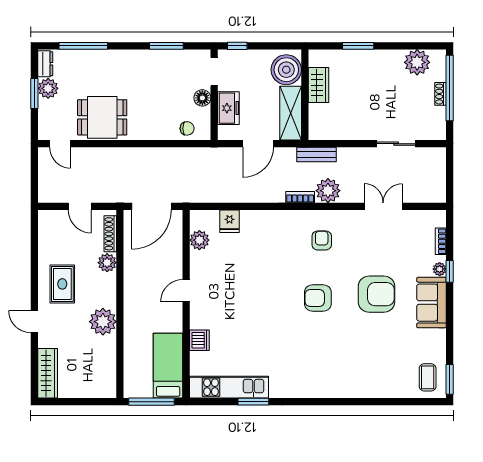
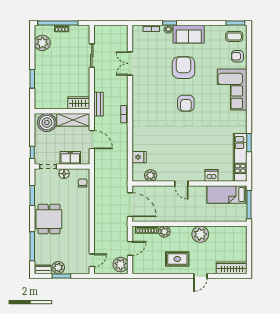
wardrobe: (319, 85) -> (79, 103), moved
dining table: (102, 117) -> (49, 219), moved
plant: (328, 191) -> (121, 265), moved
armchair: (322, 240) -> (237, 56), moved
corner sofa: (340, 374) -> (232, 90), added

